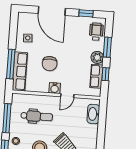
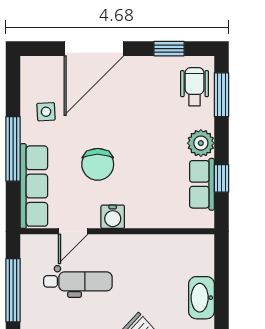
door: (52, 11) -> (94, 49), hinge flipped
window: (107, 47) -> (221, 95), moved
window: (11, 64) -> (13, 149), moved
door: (67, 96) -> (73, 231), moved
washbasin: (93, 114) -> (201, 298), moved

